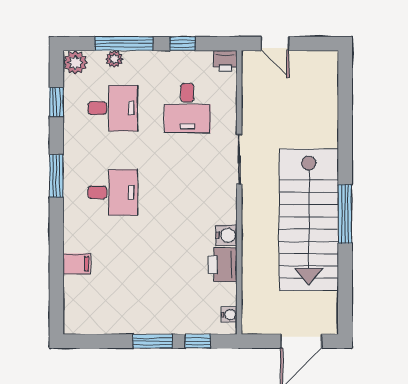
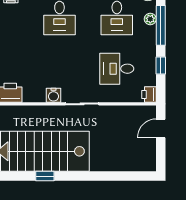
window: (345, 214) -> (45, 176), width x0.46
water cooler: (226, 235) -> (53, 95), moved

